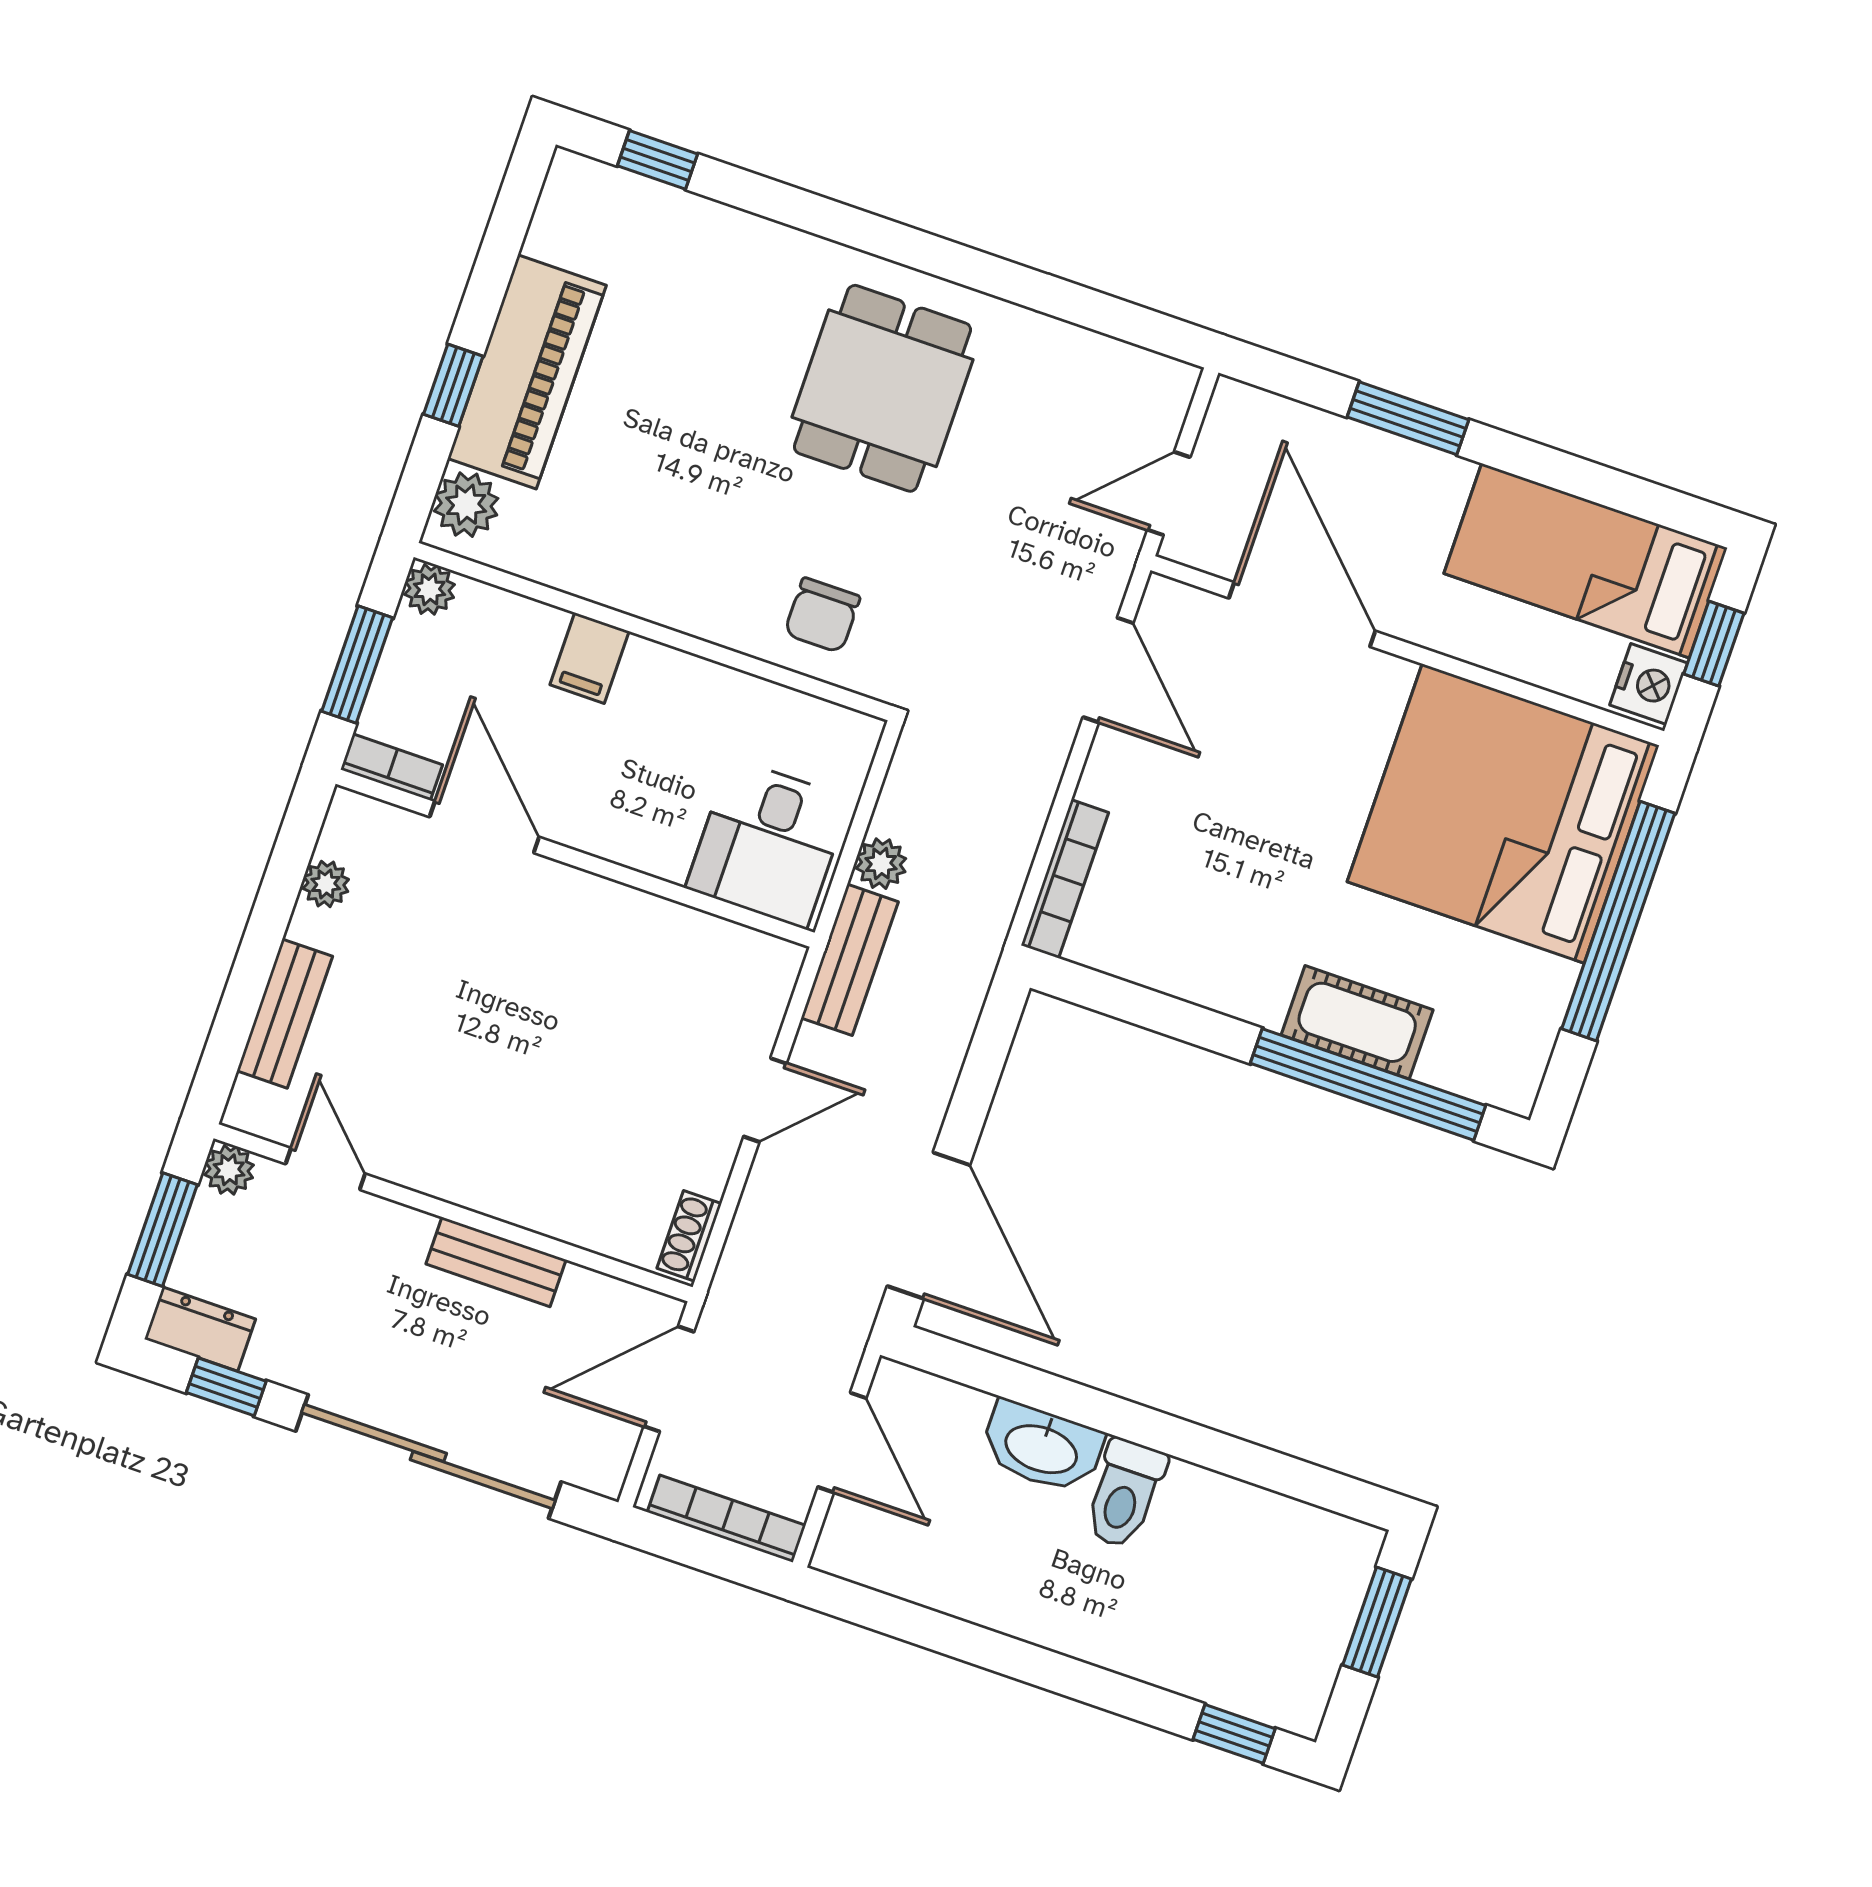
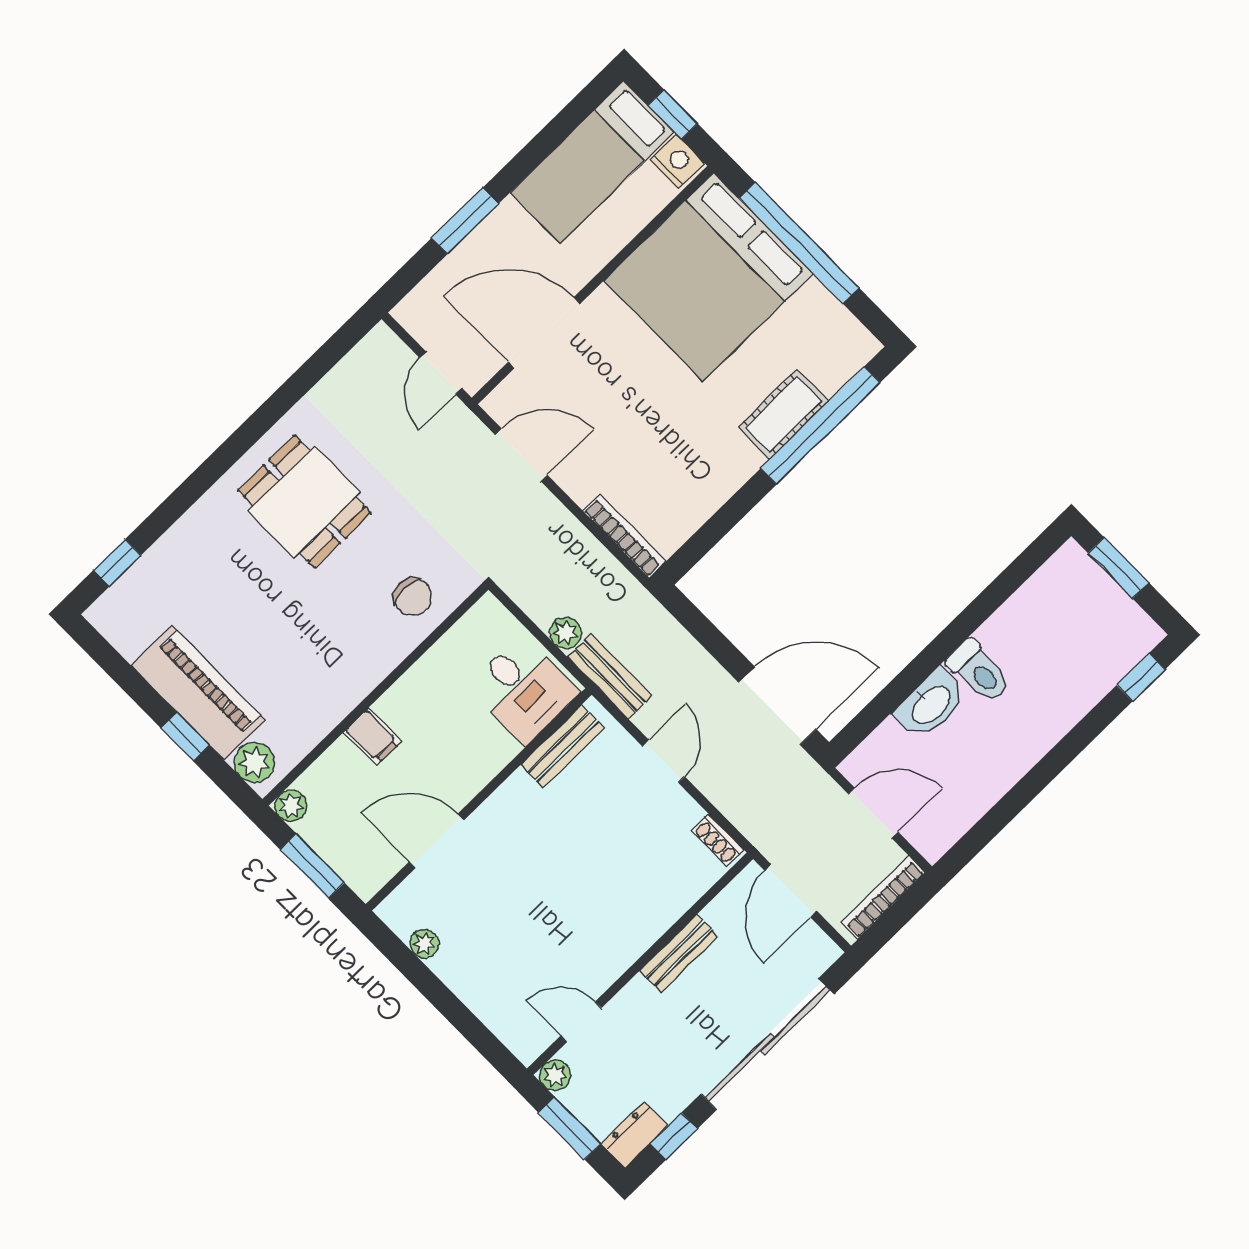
bookcase: (391, 767) -> (378, 875), removed
bench: (285, 1014) -> (563, 746), moved, turned 90

